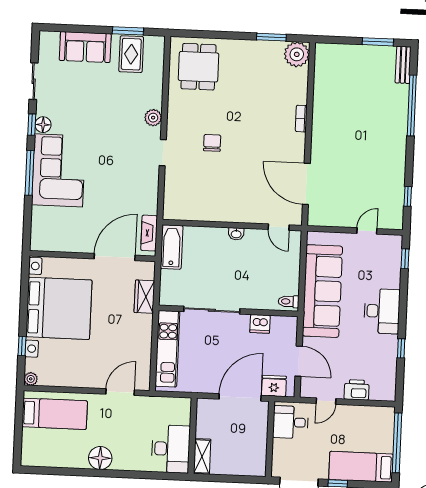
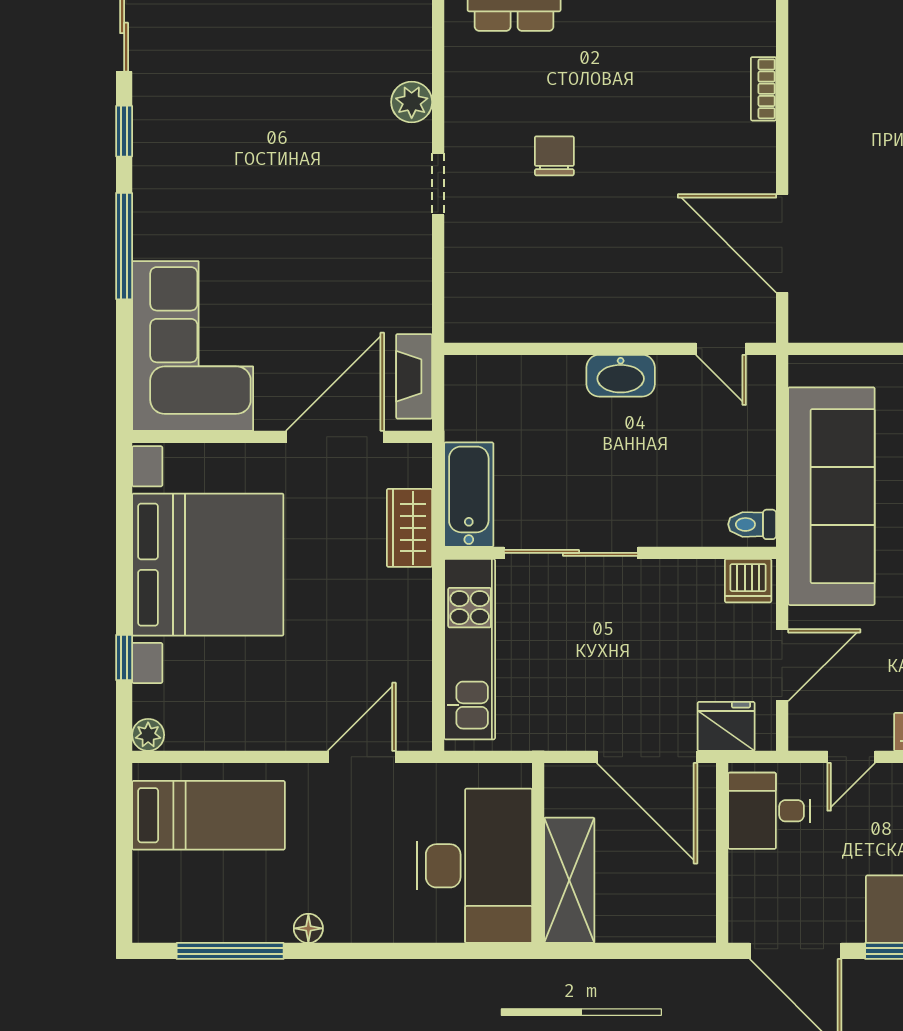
floor lamp: (43, 125) -> (151, 130), removed
corner sofa: (59, 170) -> (193, 346), moved
washbasin: (236, 234) -> (621, 376), width x1.91, depth x1.45
bathtub: (172, 247) -> (469, 495), moved
dishwasher: (260, 324) -> (748, 581), moved
door: (299, 361) -> (782, 665), hinge flipped
door: (240, 397) -> (647, 757), swing flipped
desk: (171, 449) -> (474, 866), width x1.36, depth x1.30
shelving: (202, 456) -> (569, 880), width x1.50, depth x1.33
floor lamp: (100, 458) -> (308, 928), width x0.53, depth x0.53
window: (61, 471) -> (230, 951), added

